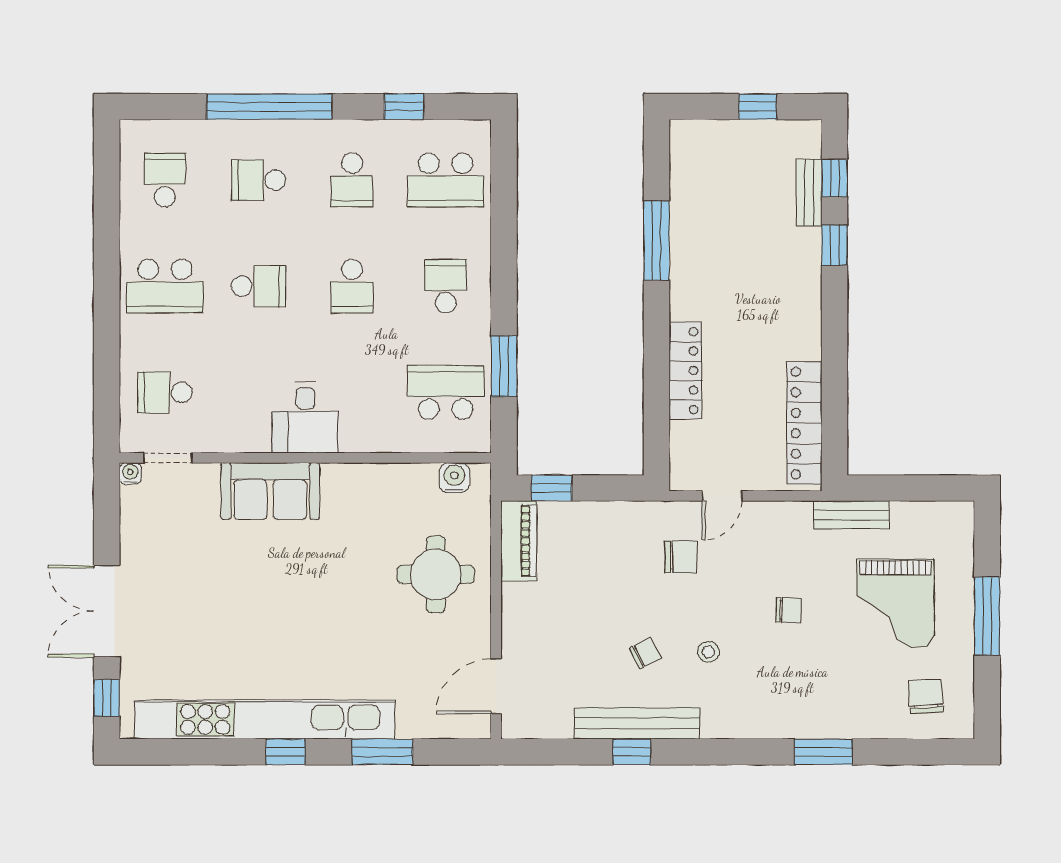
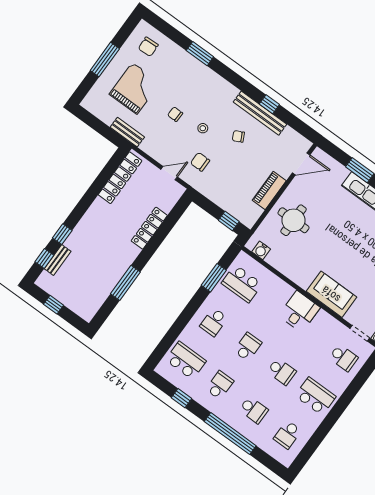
school desk: (258, 286) -> (282, 371), turned 180
piano: (519, 541) -> (269, 191), moved
stool: (708, 652) -> (203, 128), moved

